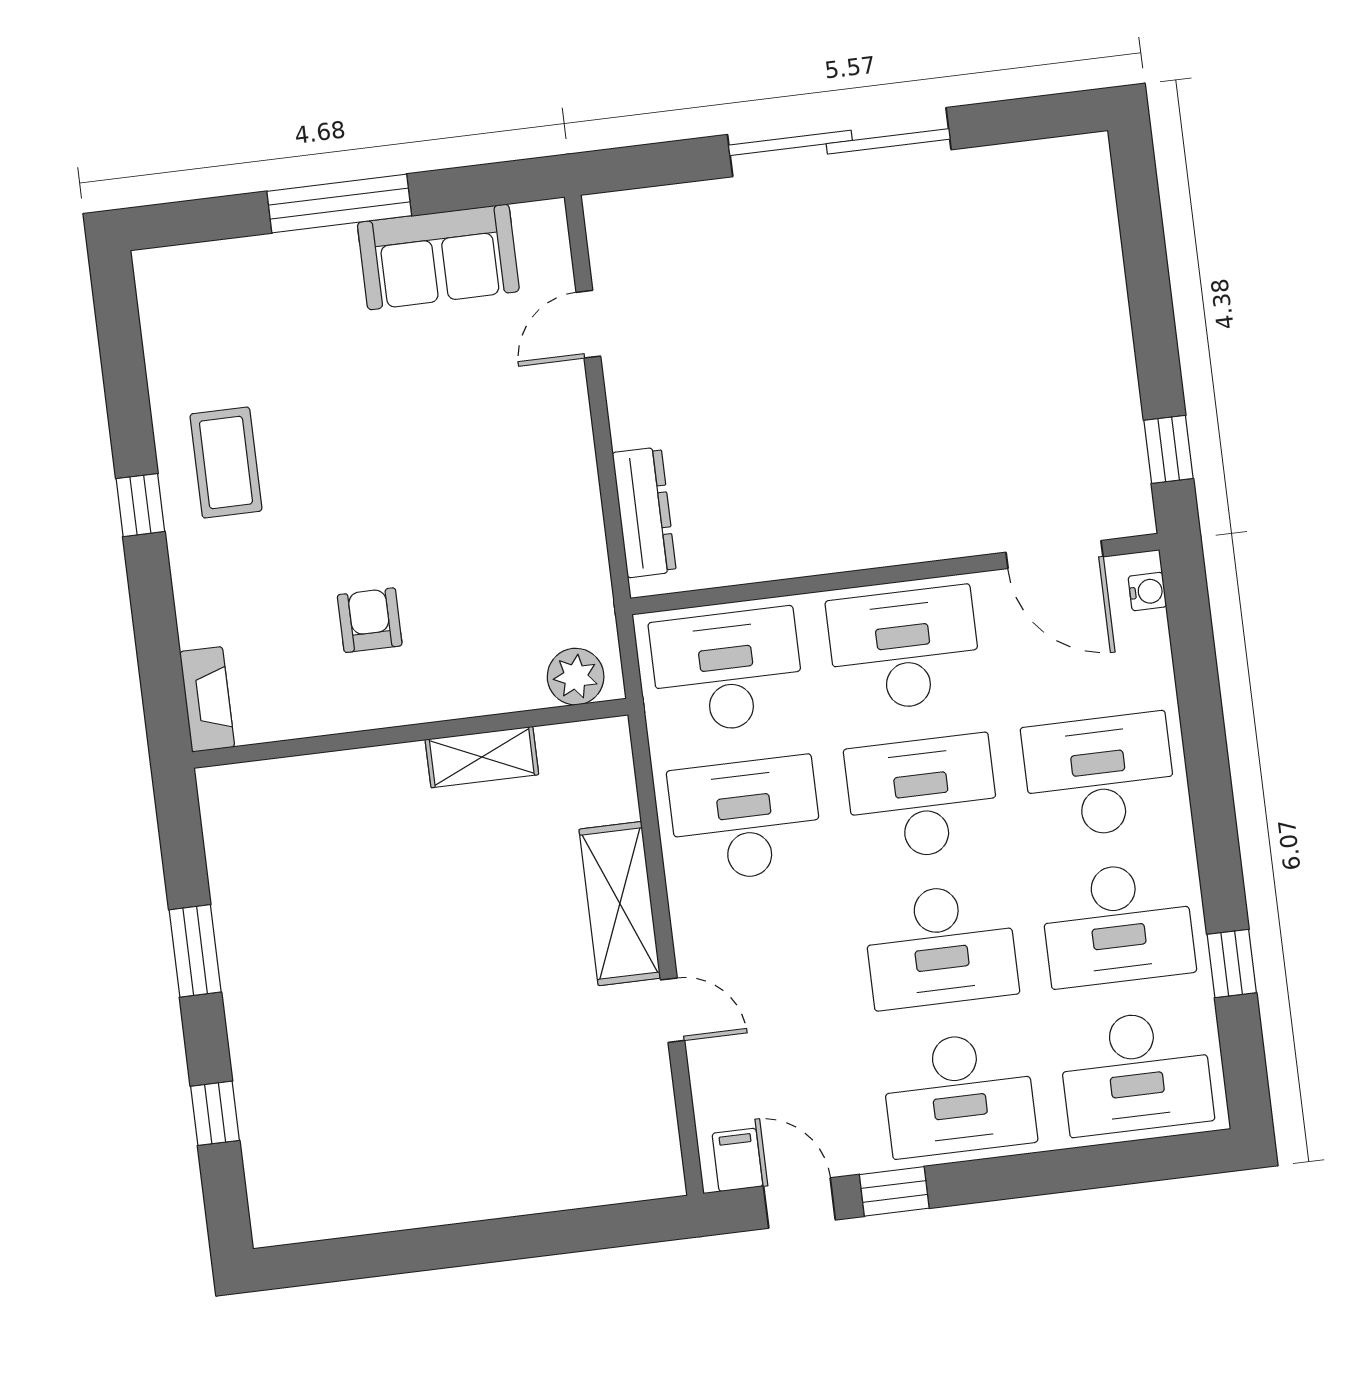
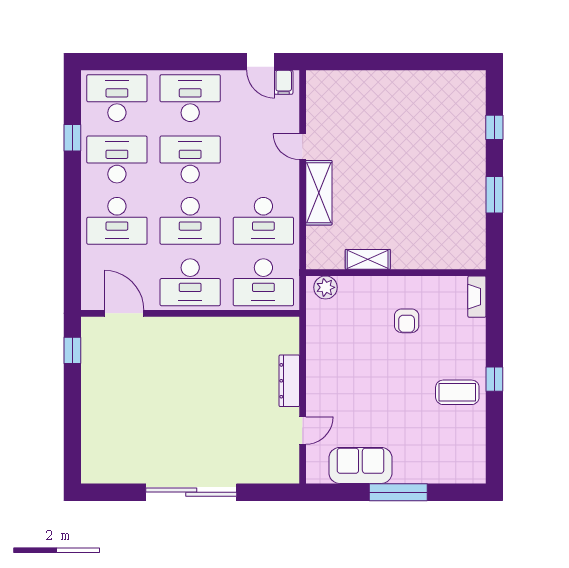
coffee table: (226, 462) -> (457, 392), turned 90
dresser: (644, 512) -> (289, 381), moved
water cooler: (1147, 592) -> (88, 294), removed
window: (894, 1191) -> (221, 62), removed

